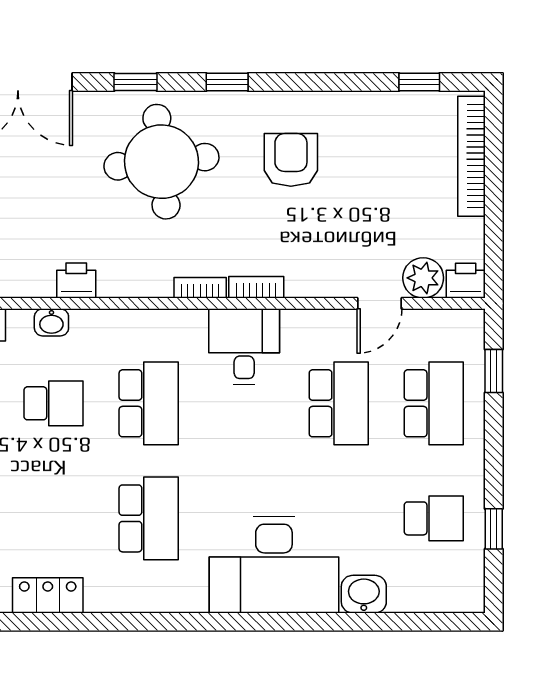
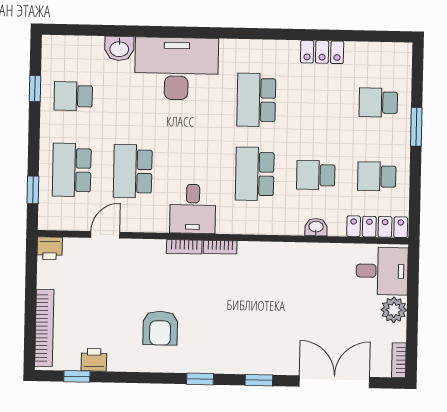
round table: (161, 162) -> (243, 329), removed
plant: (423, 278) -> (77, 251), removed
printer: (76, 281) -> (94, 360), moved, turned 180

